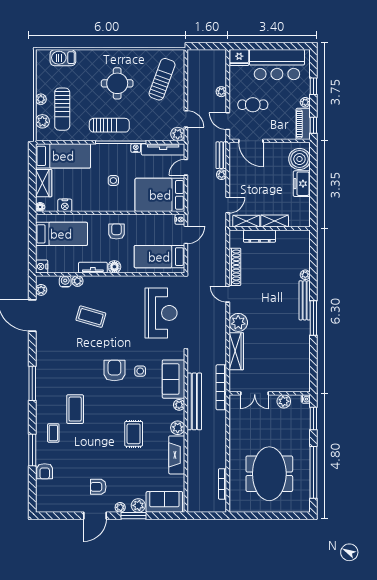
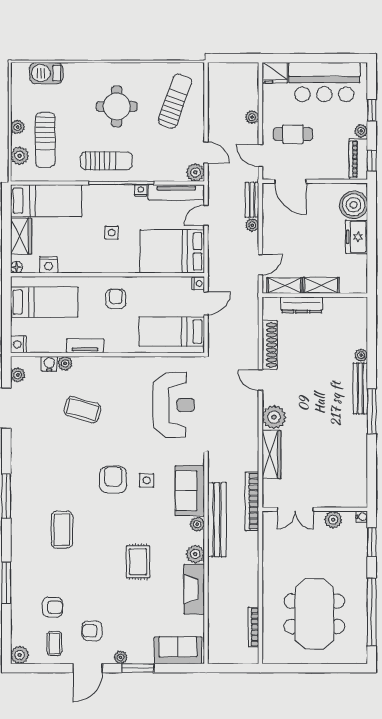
floor lamp: (114, 267) -> (113, 345), removed
coffee table: (53, 433) -> (54, 643), moved
armchair: (45, 471) -> (53, 607), moved, turned -90
plant: (138, 505) -> (20, 655), moved

